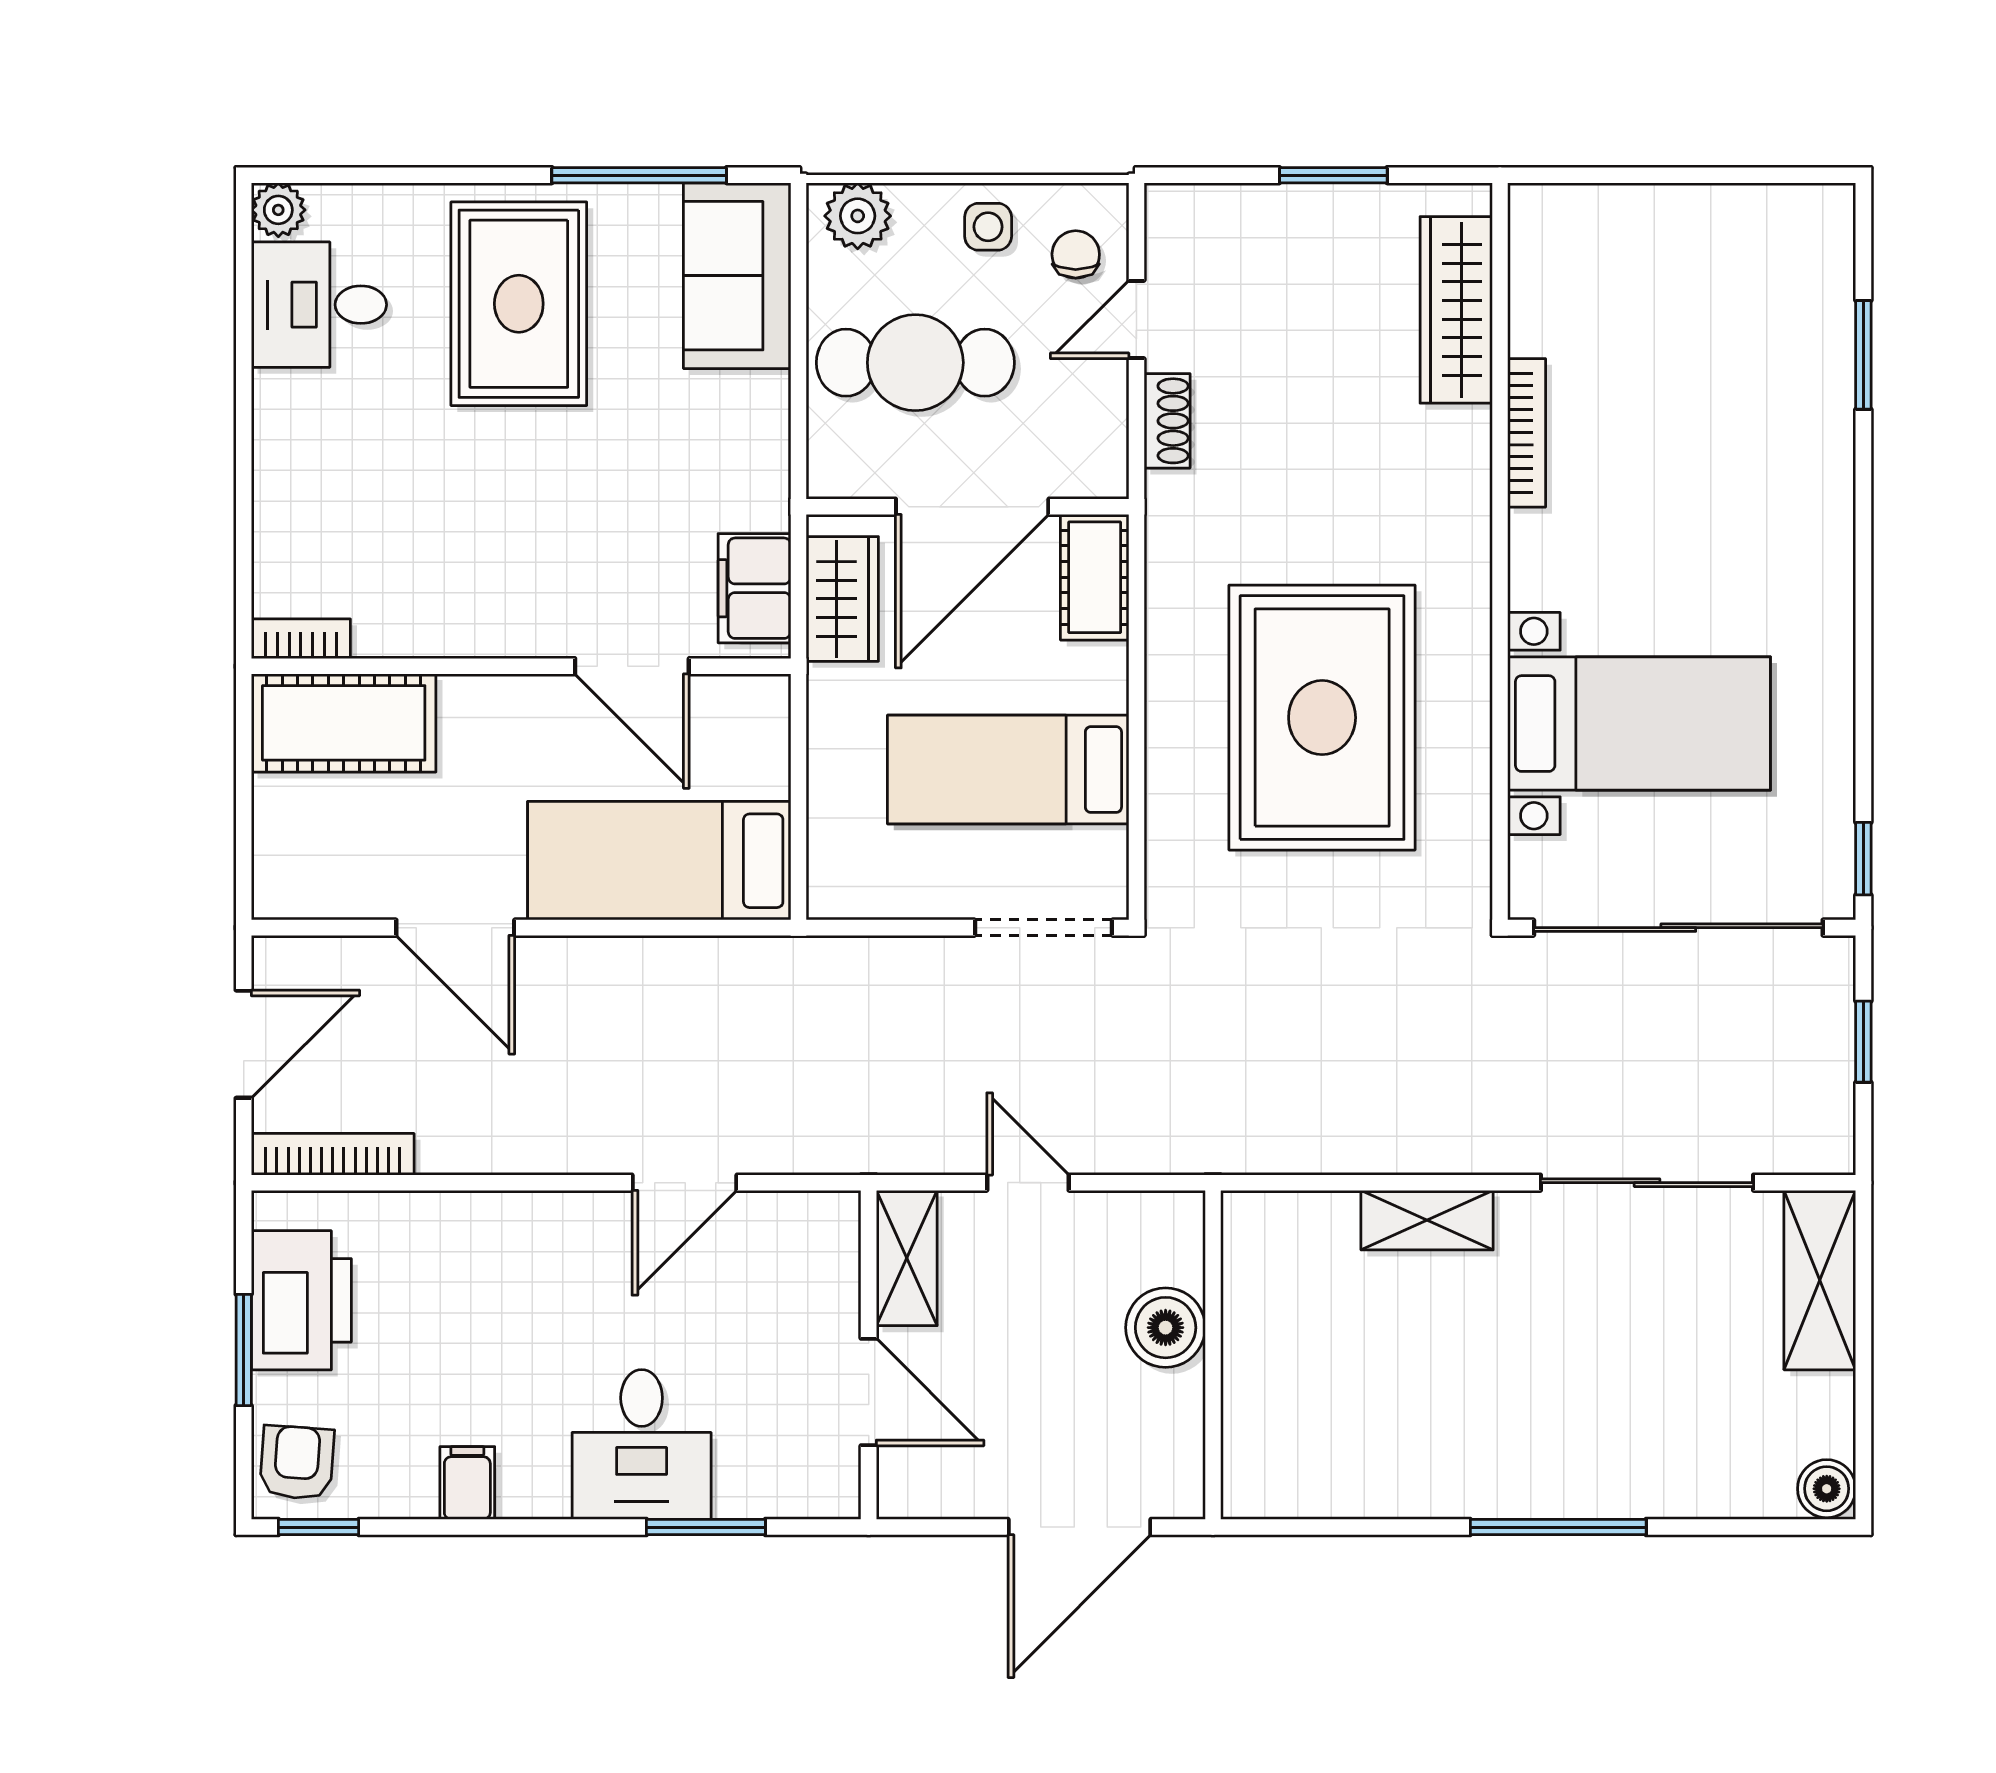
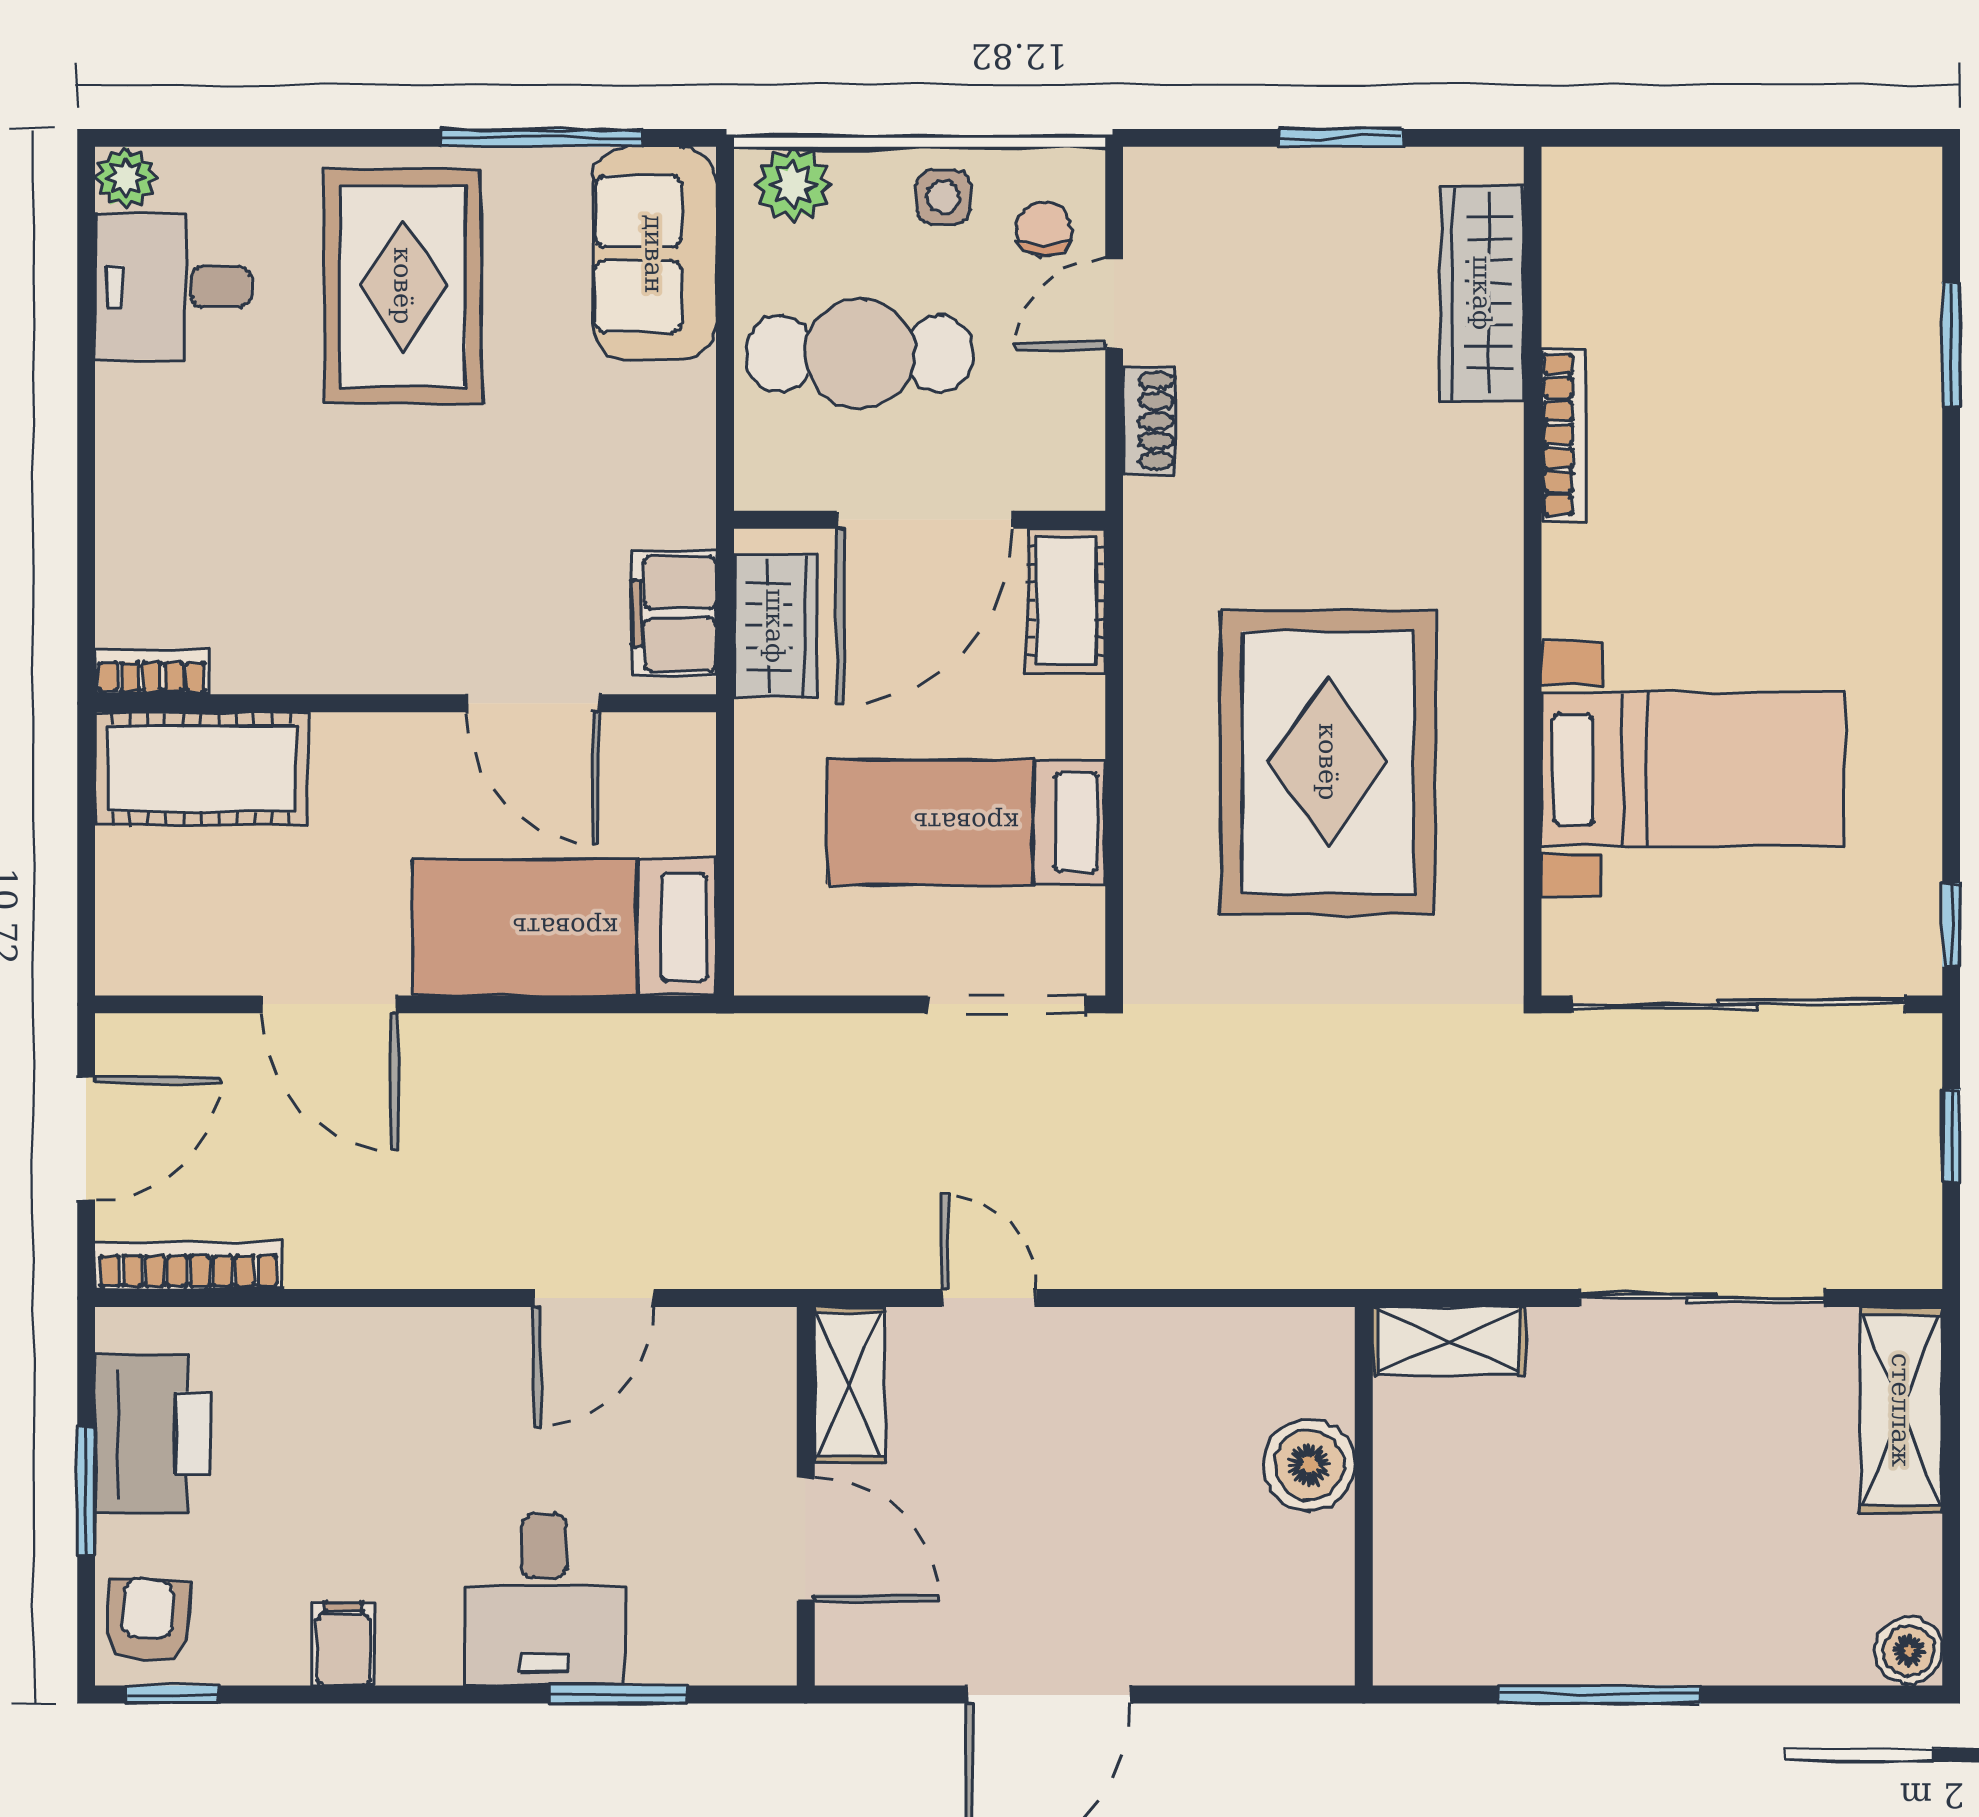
boiler: (1166, 1328) -> (1309, 1465), moved
wall: (1213, 1355) -> (1364, 1496), moved

